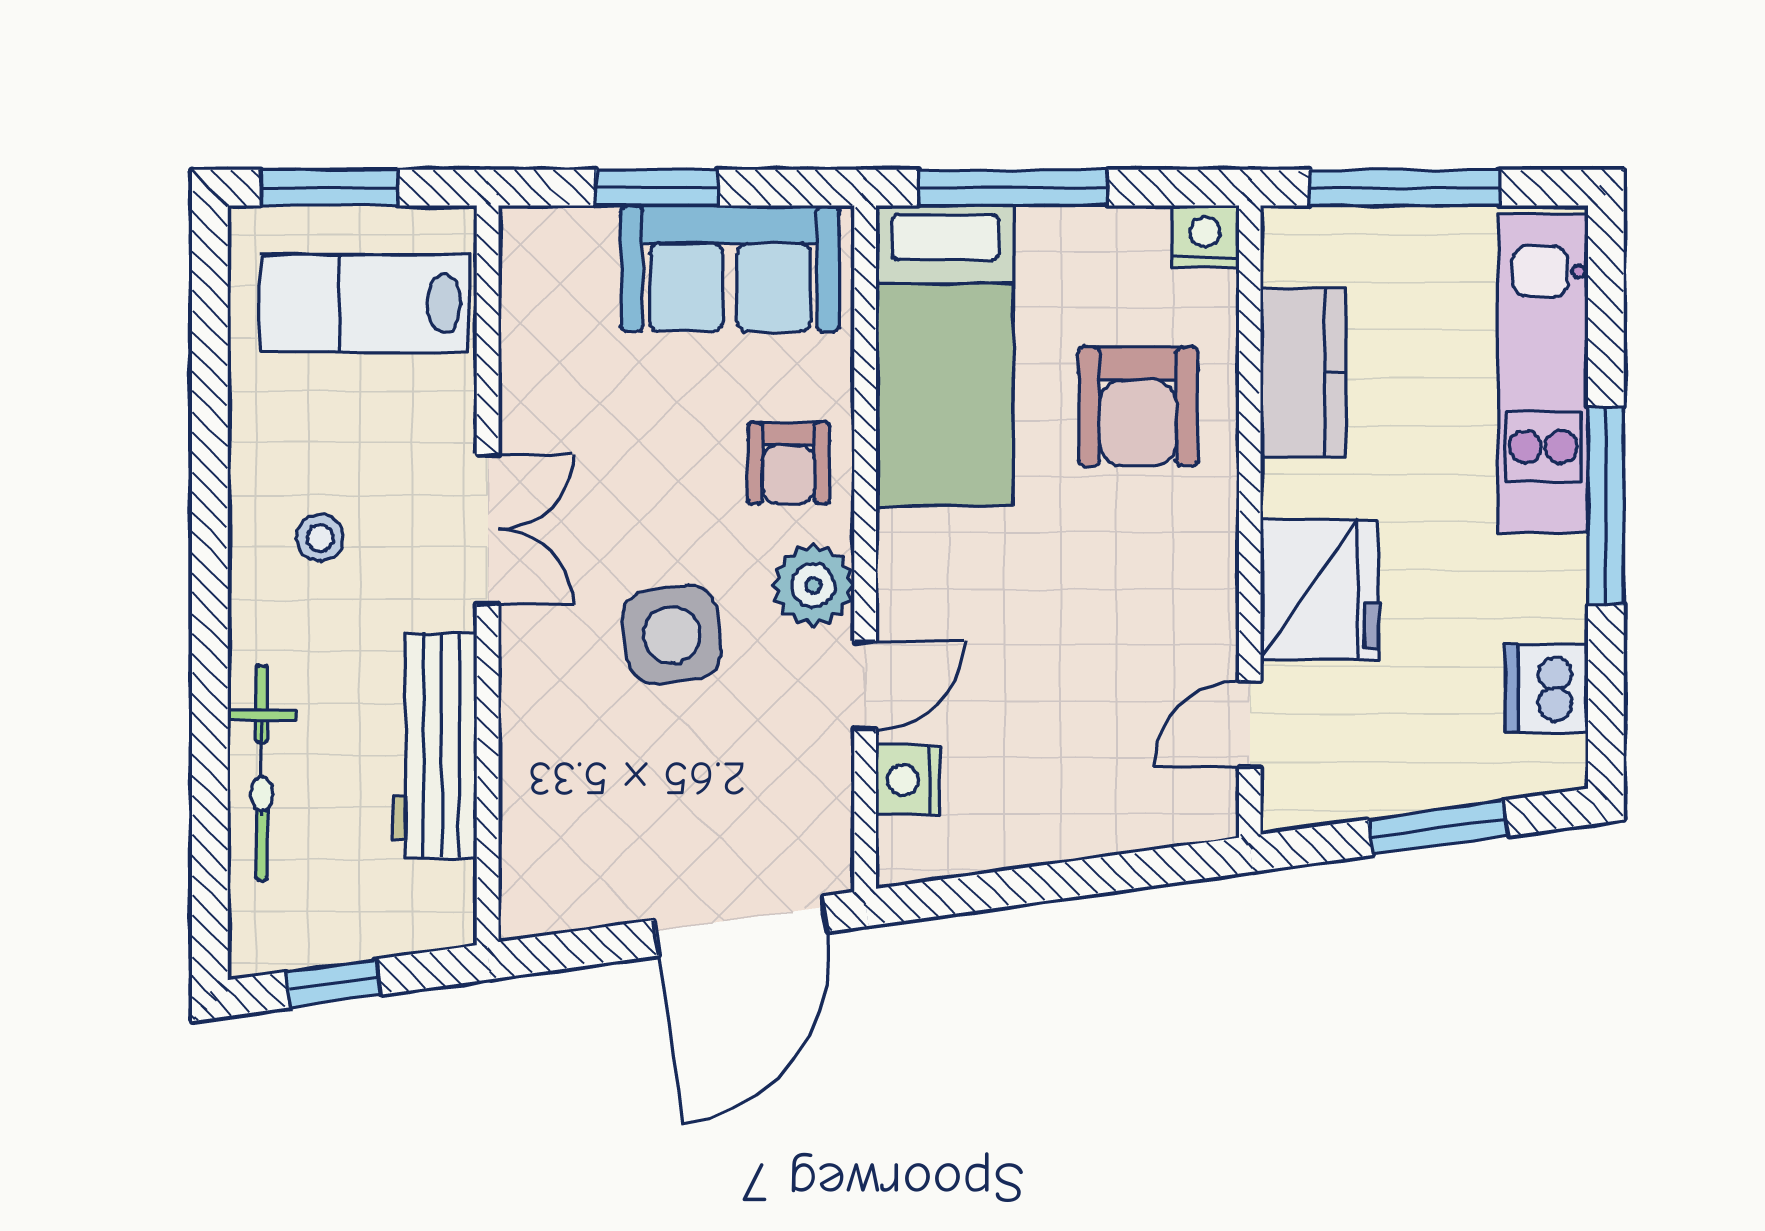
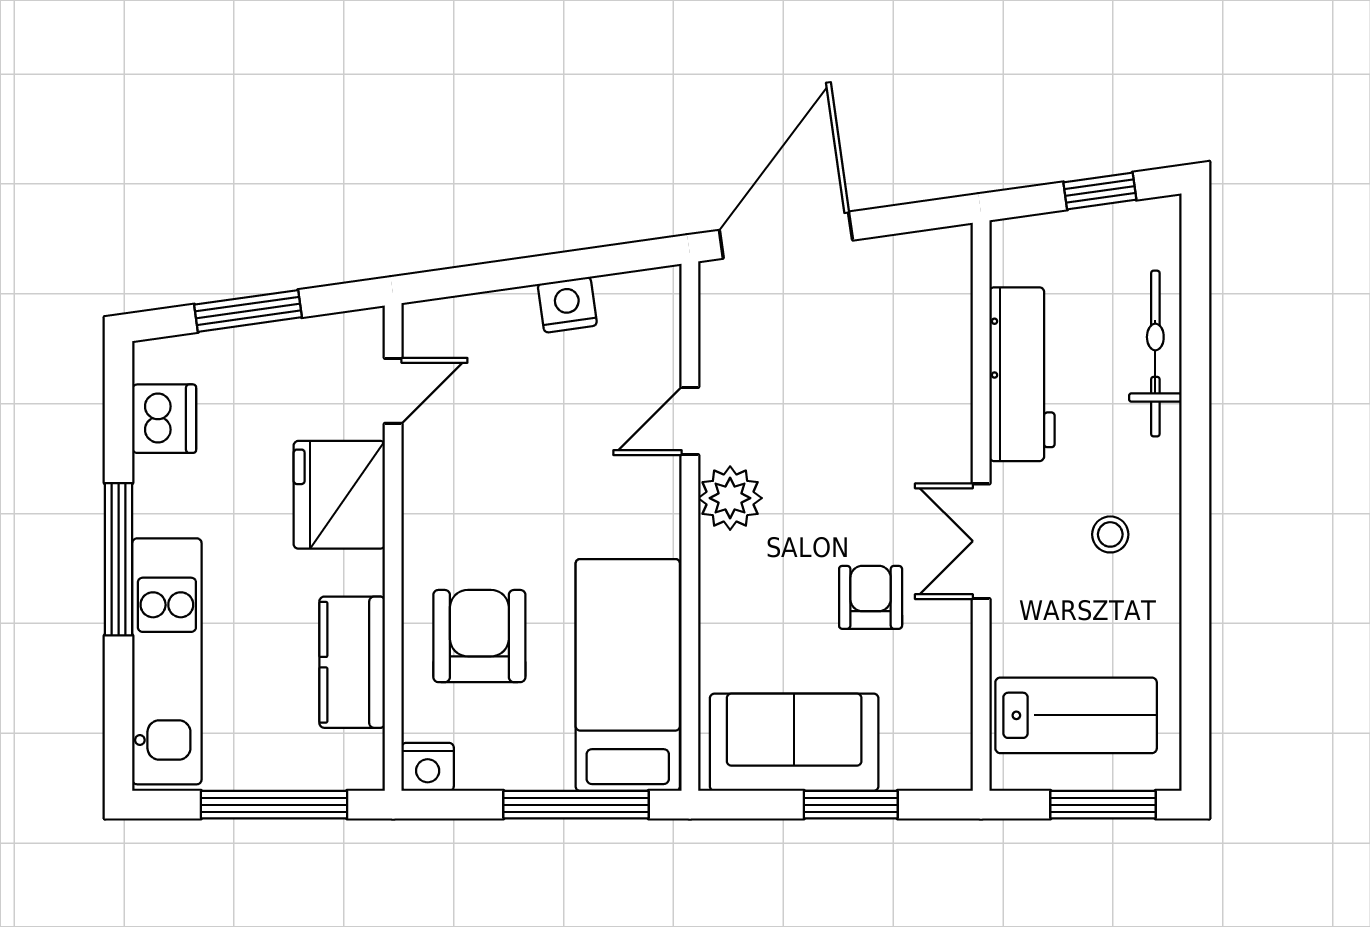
armchair: (789, 463) -> (871, 597), moved
side table: (672, 635) -> (839, 460), removed
nightstand: (908, 780) -> (567, 305), moved, turned -98

